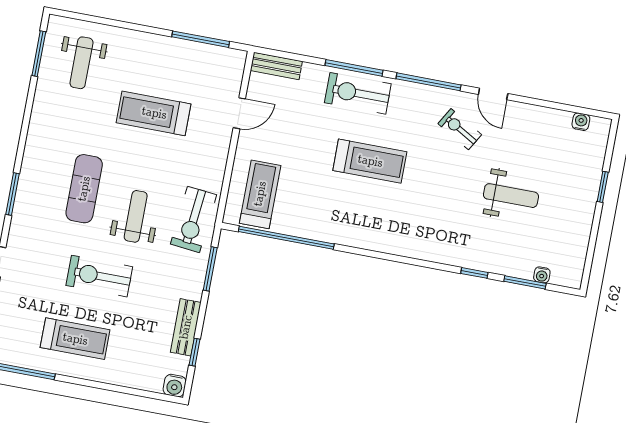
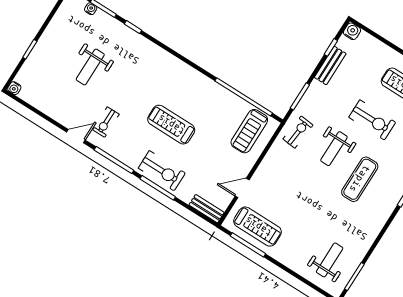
door: (493, 94) -> (76, 136), hinge flipped
treadmill: (154, 113) -> (258, 227), moved
water cooler: (581, 122) -> (14, 88), moved
exercise bike: (460, 129) -> (106, 122), turned 60
weight bench: (511, 196) -> (90, 67), turned -90
exercise bike: (193, 219) -> (298, 132), width x0.73, depth x0.72

